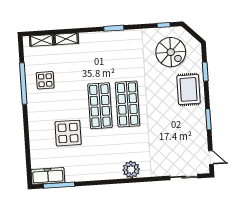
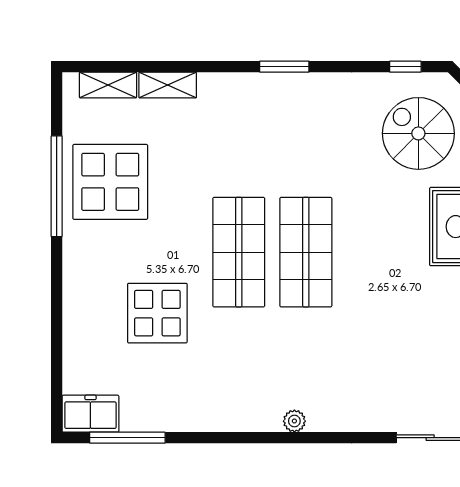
spiral stairs: (171, 52) -> (418, 133), turned 180
display table: (45, 80) -> (110, 182), width x1.86, depth x1.86
plant: (131, 170) -> (294, 421), width x0.53, depth x0.53
freezer: (48, 176) -> (90, 414), width x0.71

